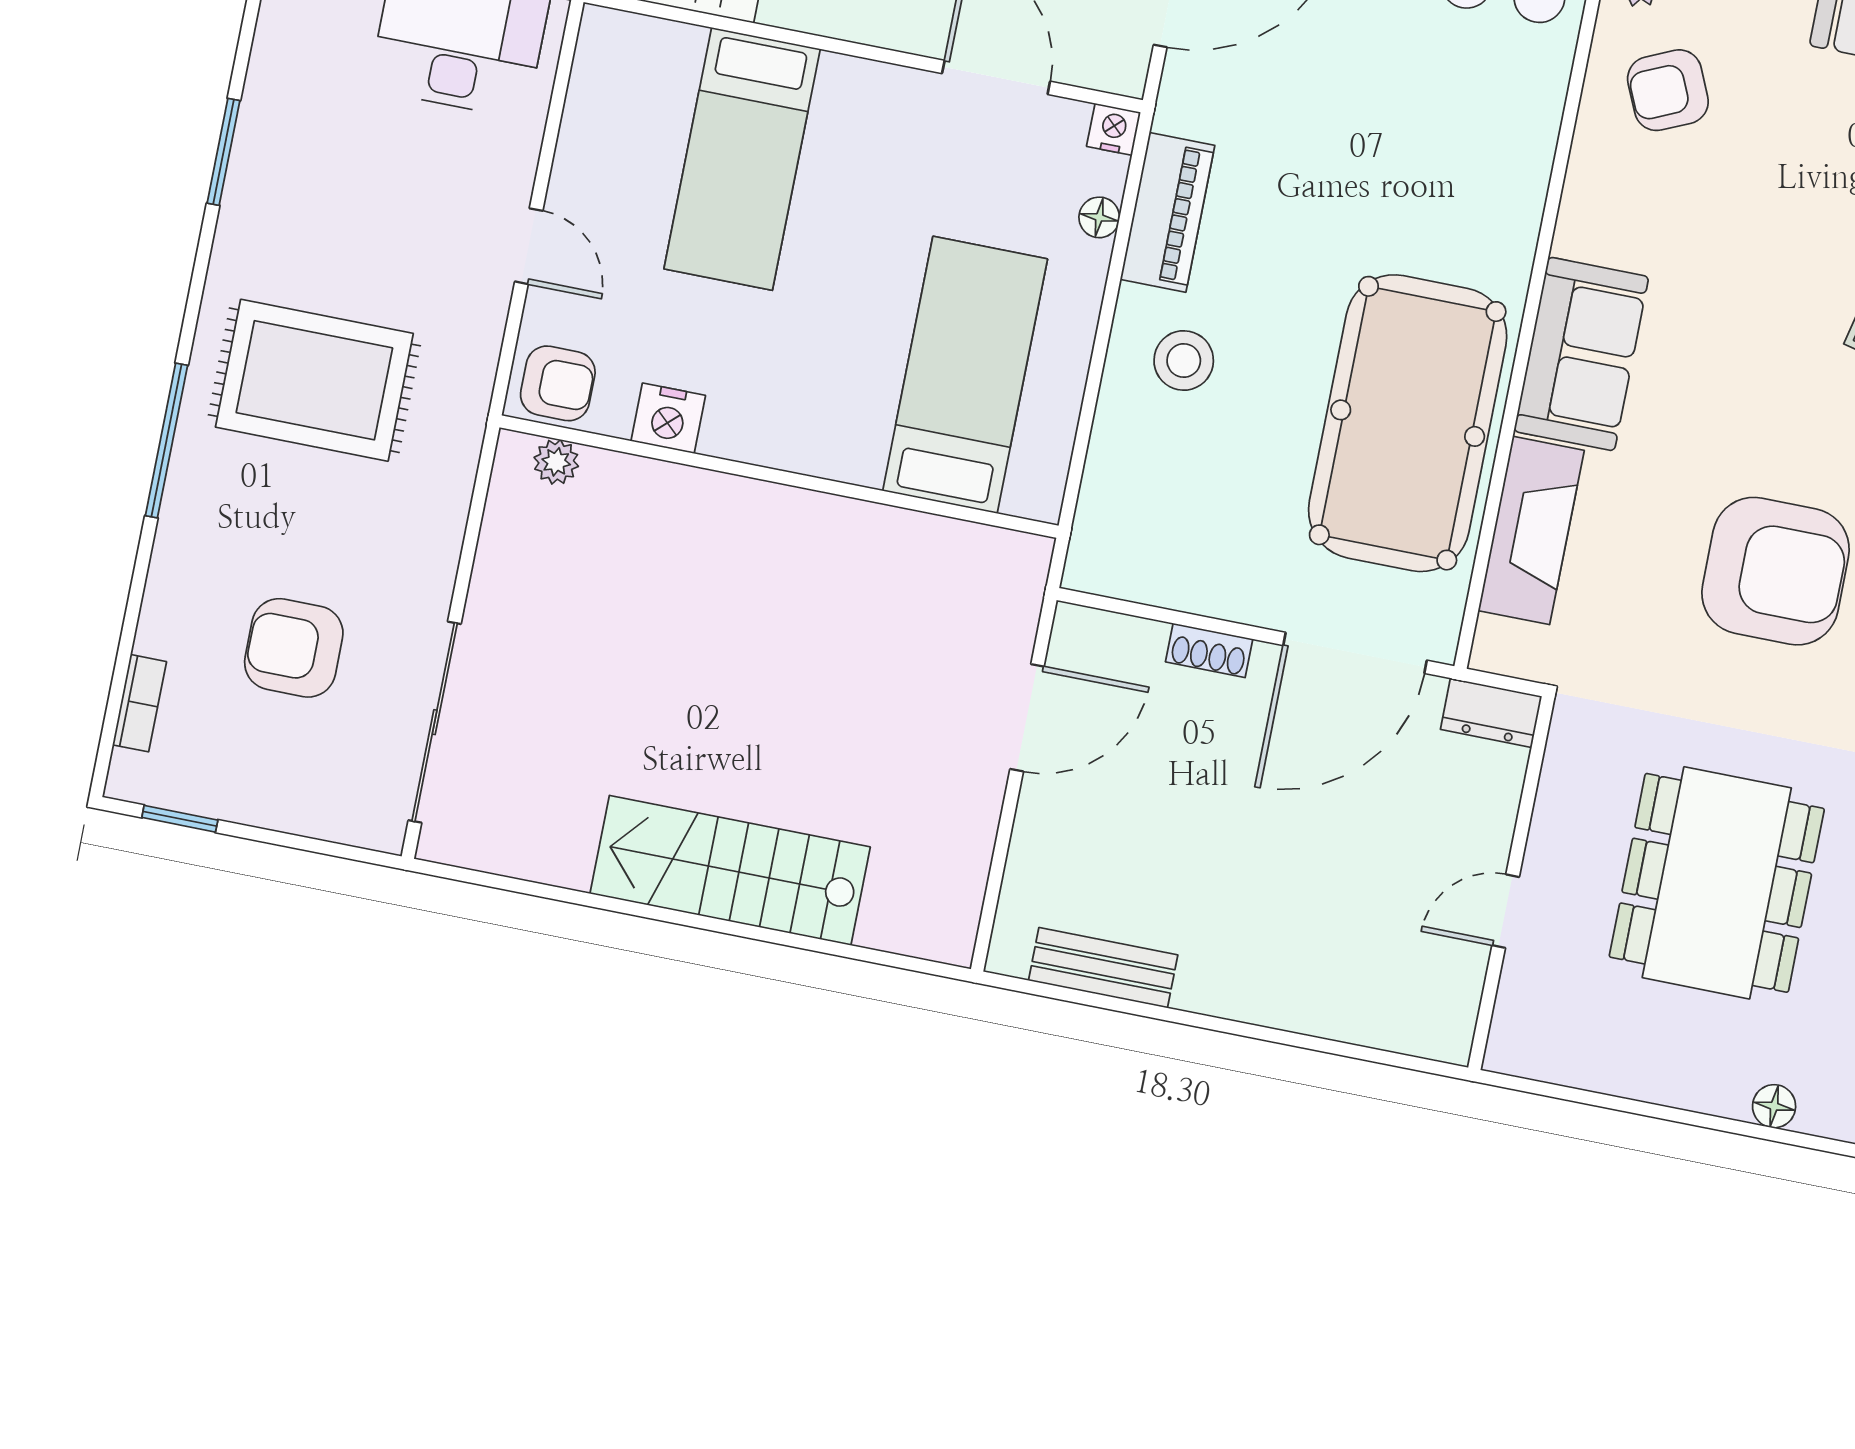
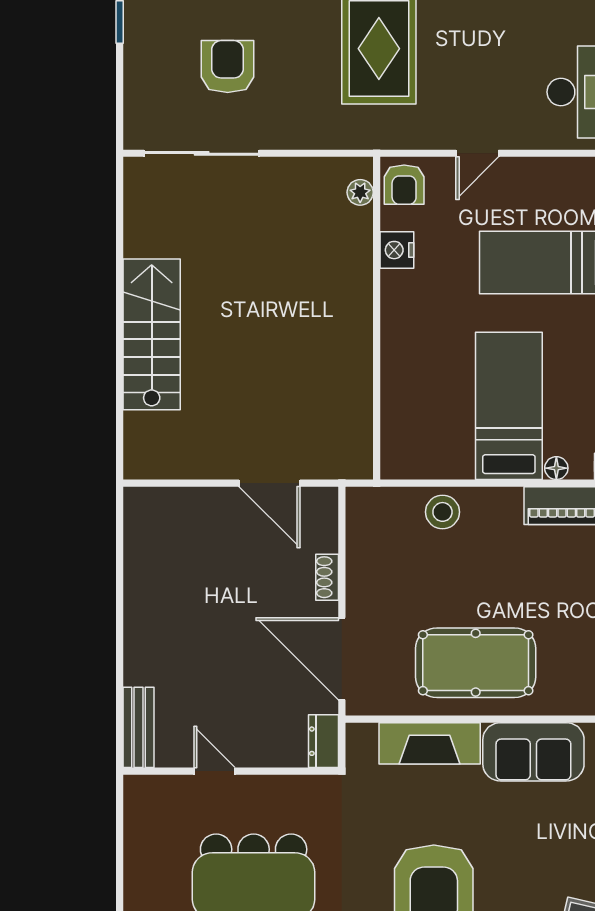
stool: (1184, 360) -> (442, 512), moved
bed: (965, 375) -> (509, 406), moved, turned -90
pool table: (1408, 423) -> (476, 663), width x0.73, depth x0.76
bench: (1103, 968) -> (139, 727), moved

